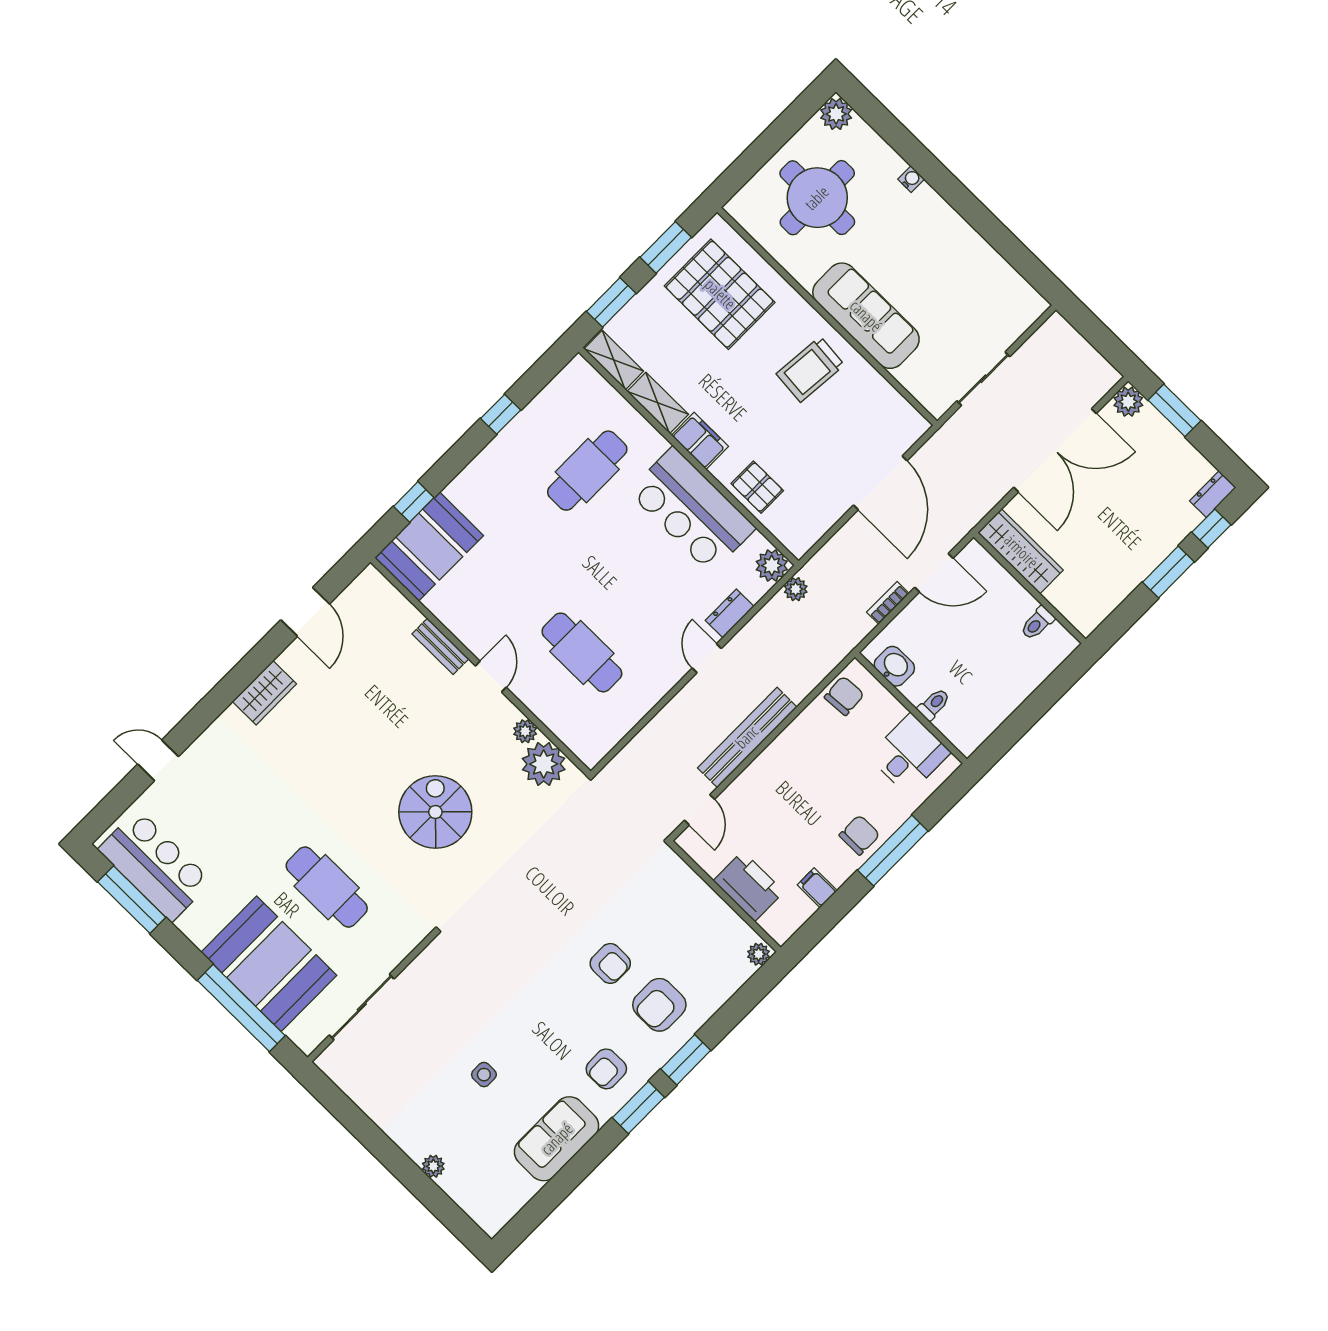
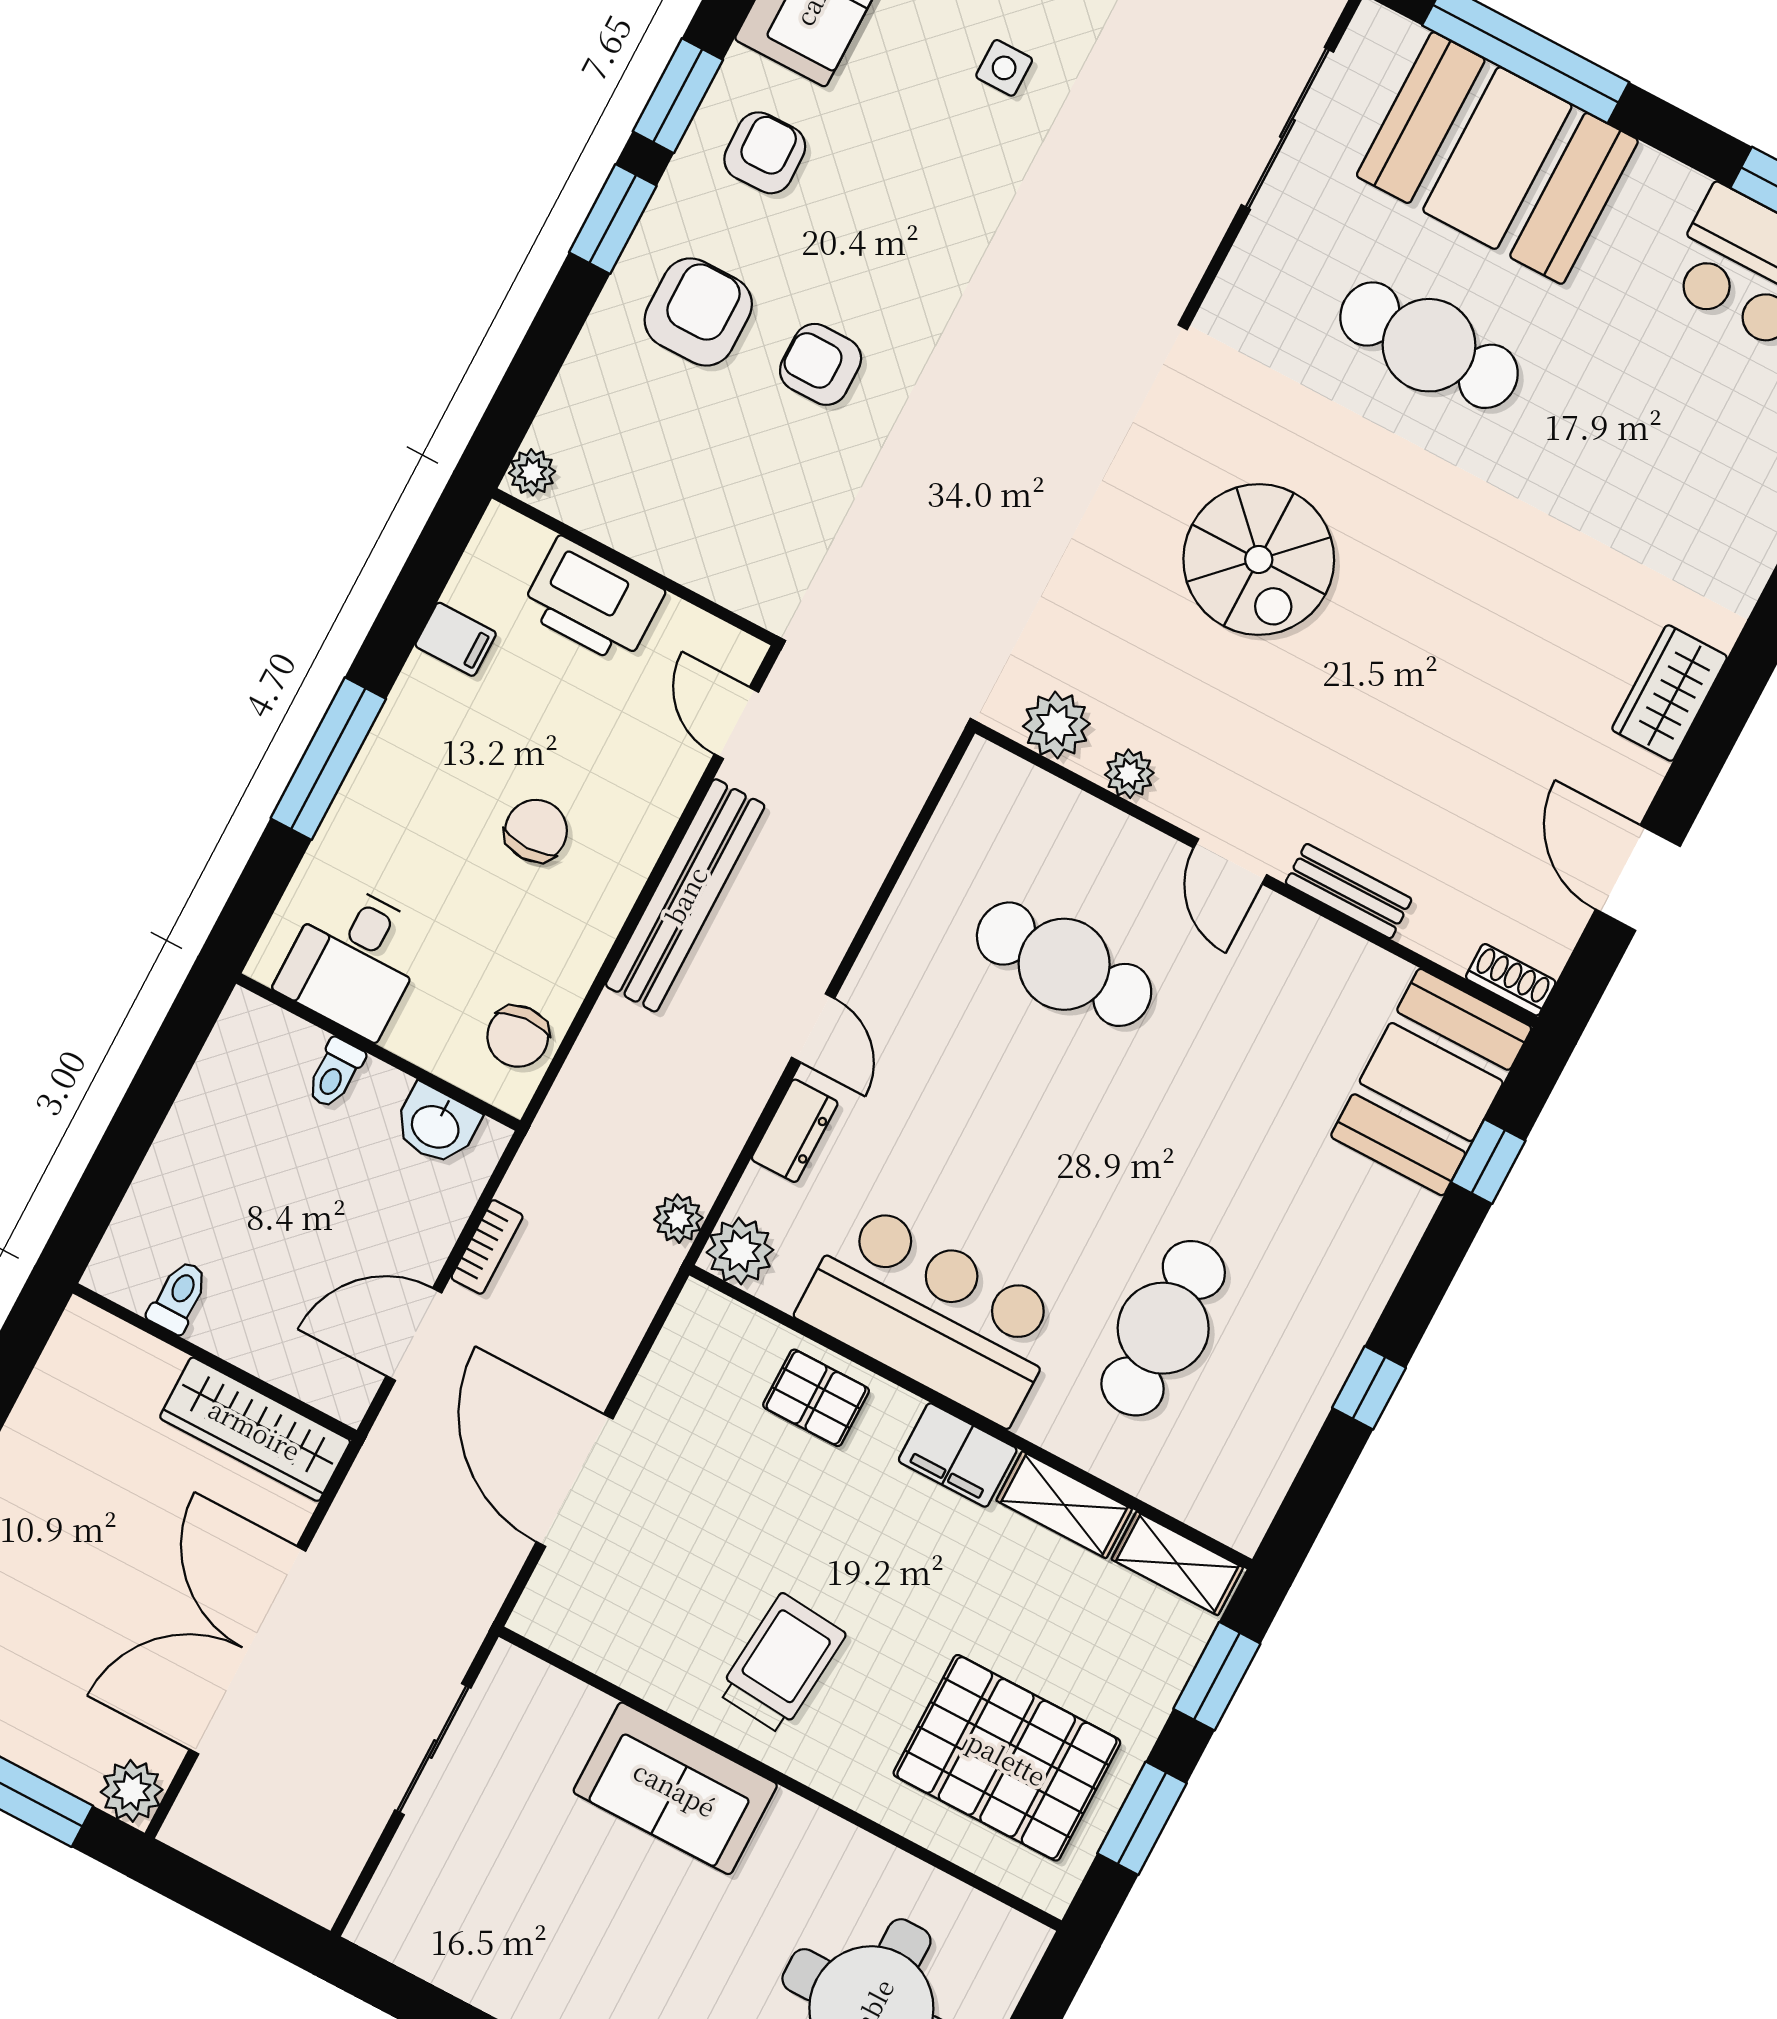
sofa: (866, 316) -> (675, 1788), width x0.73
shoe rack: (378, 583) -> (1511, 980), added
plant: (544, 764) -> (1056, 725), width x0.73, depth x0.73
chair: (859, 835) -> (536, 831), moved, turned 180

